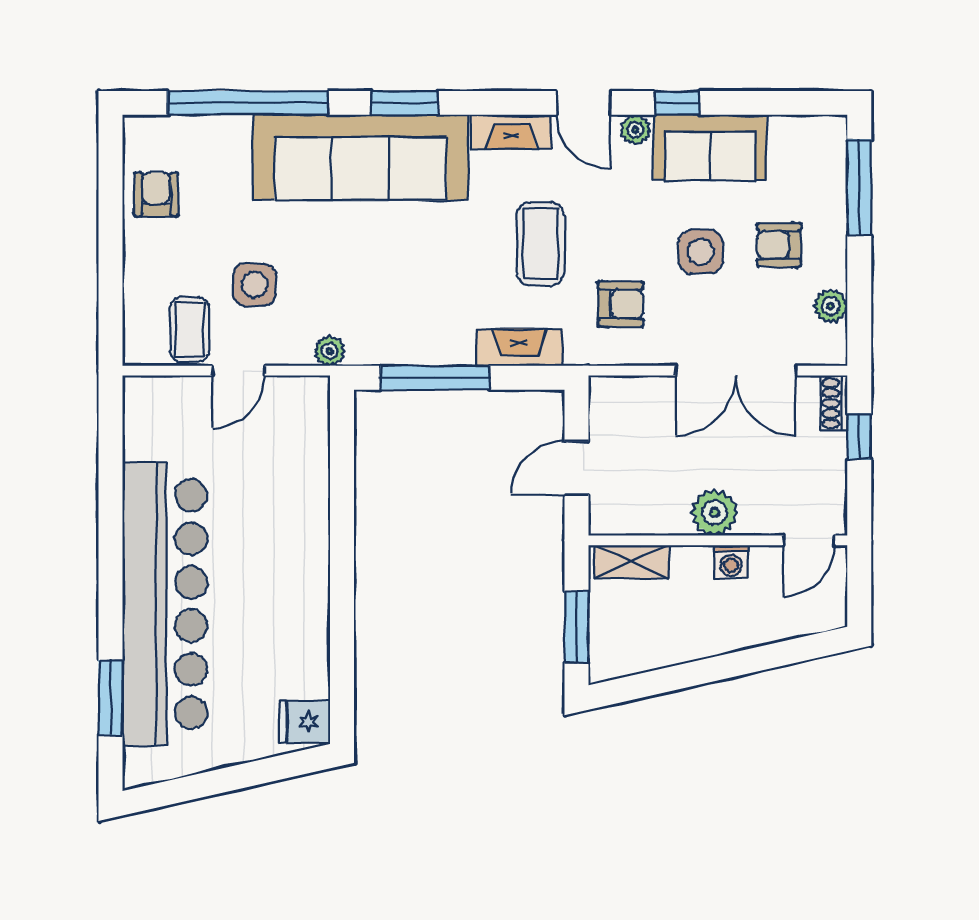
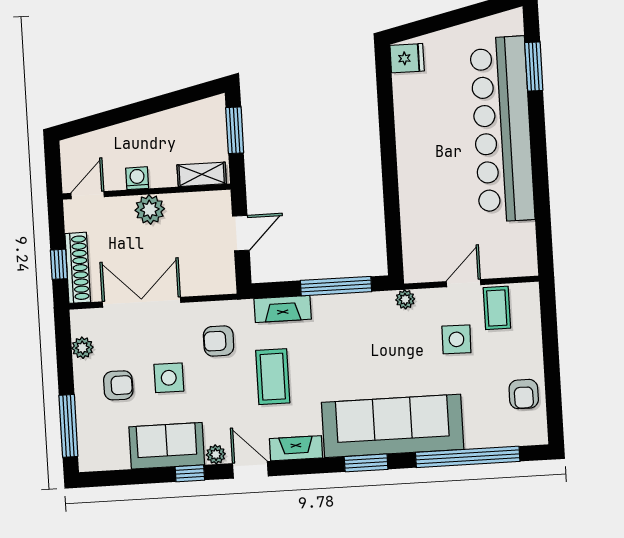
shoe rack: (834, 403) -> (78, 268), width x1.94, depth x1.24

